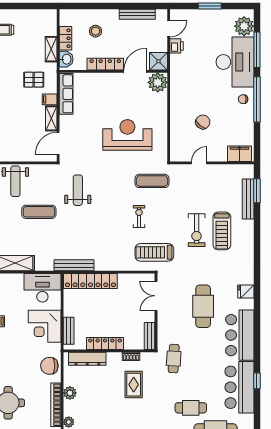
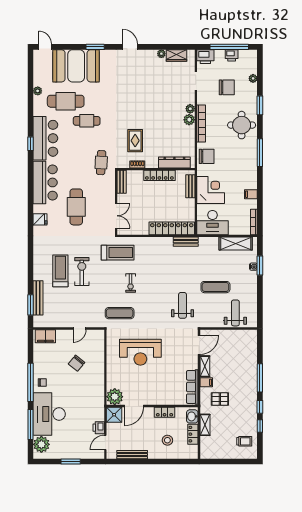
locker: (105, 64) -> (165, 412), width x0.66
weight bench: (78, 190) -> (182, 305), turned 180
bench: (74, 265) -> (186, 242), width x0.73
plant: (70, 393) -> (189, 120), moved

